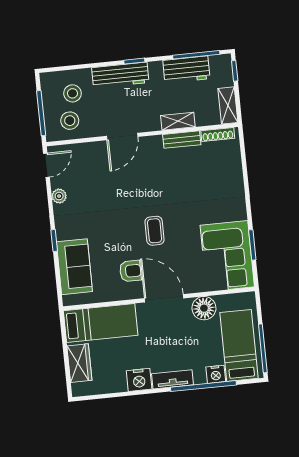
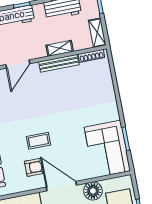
bench: (182, 140) -> (59, 63), width x1.36
coffee table: (155, 231) -> (38, 141), moved, turned 90

